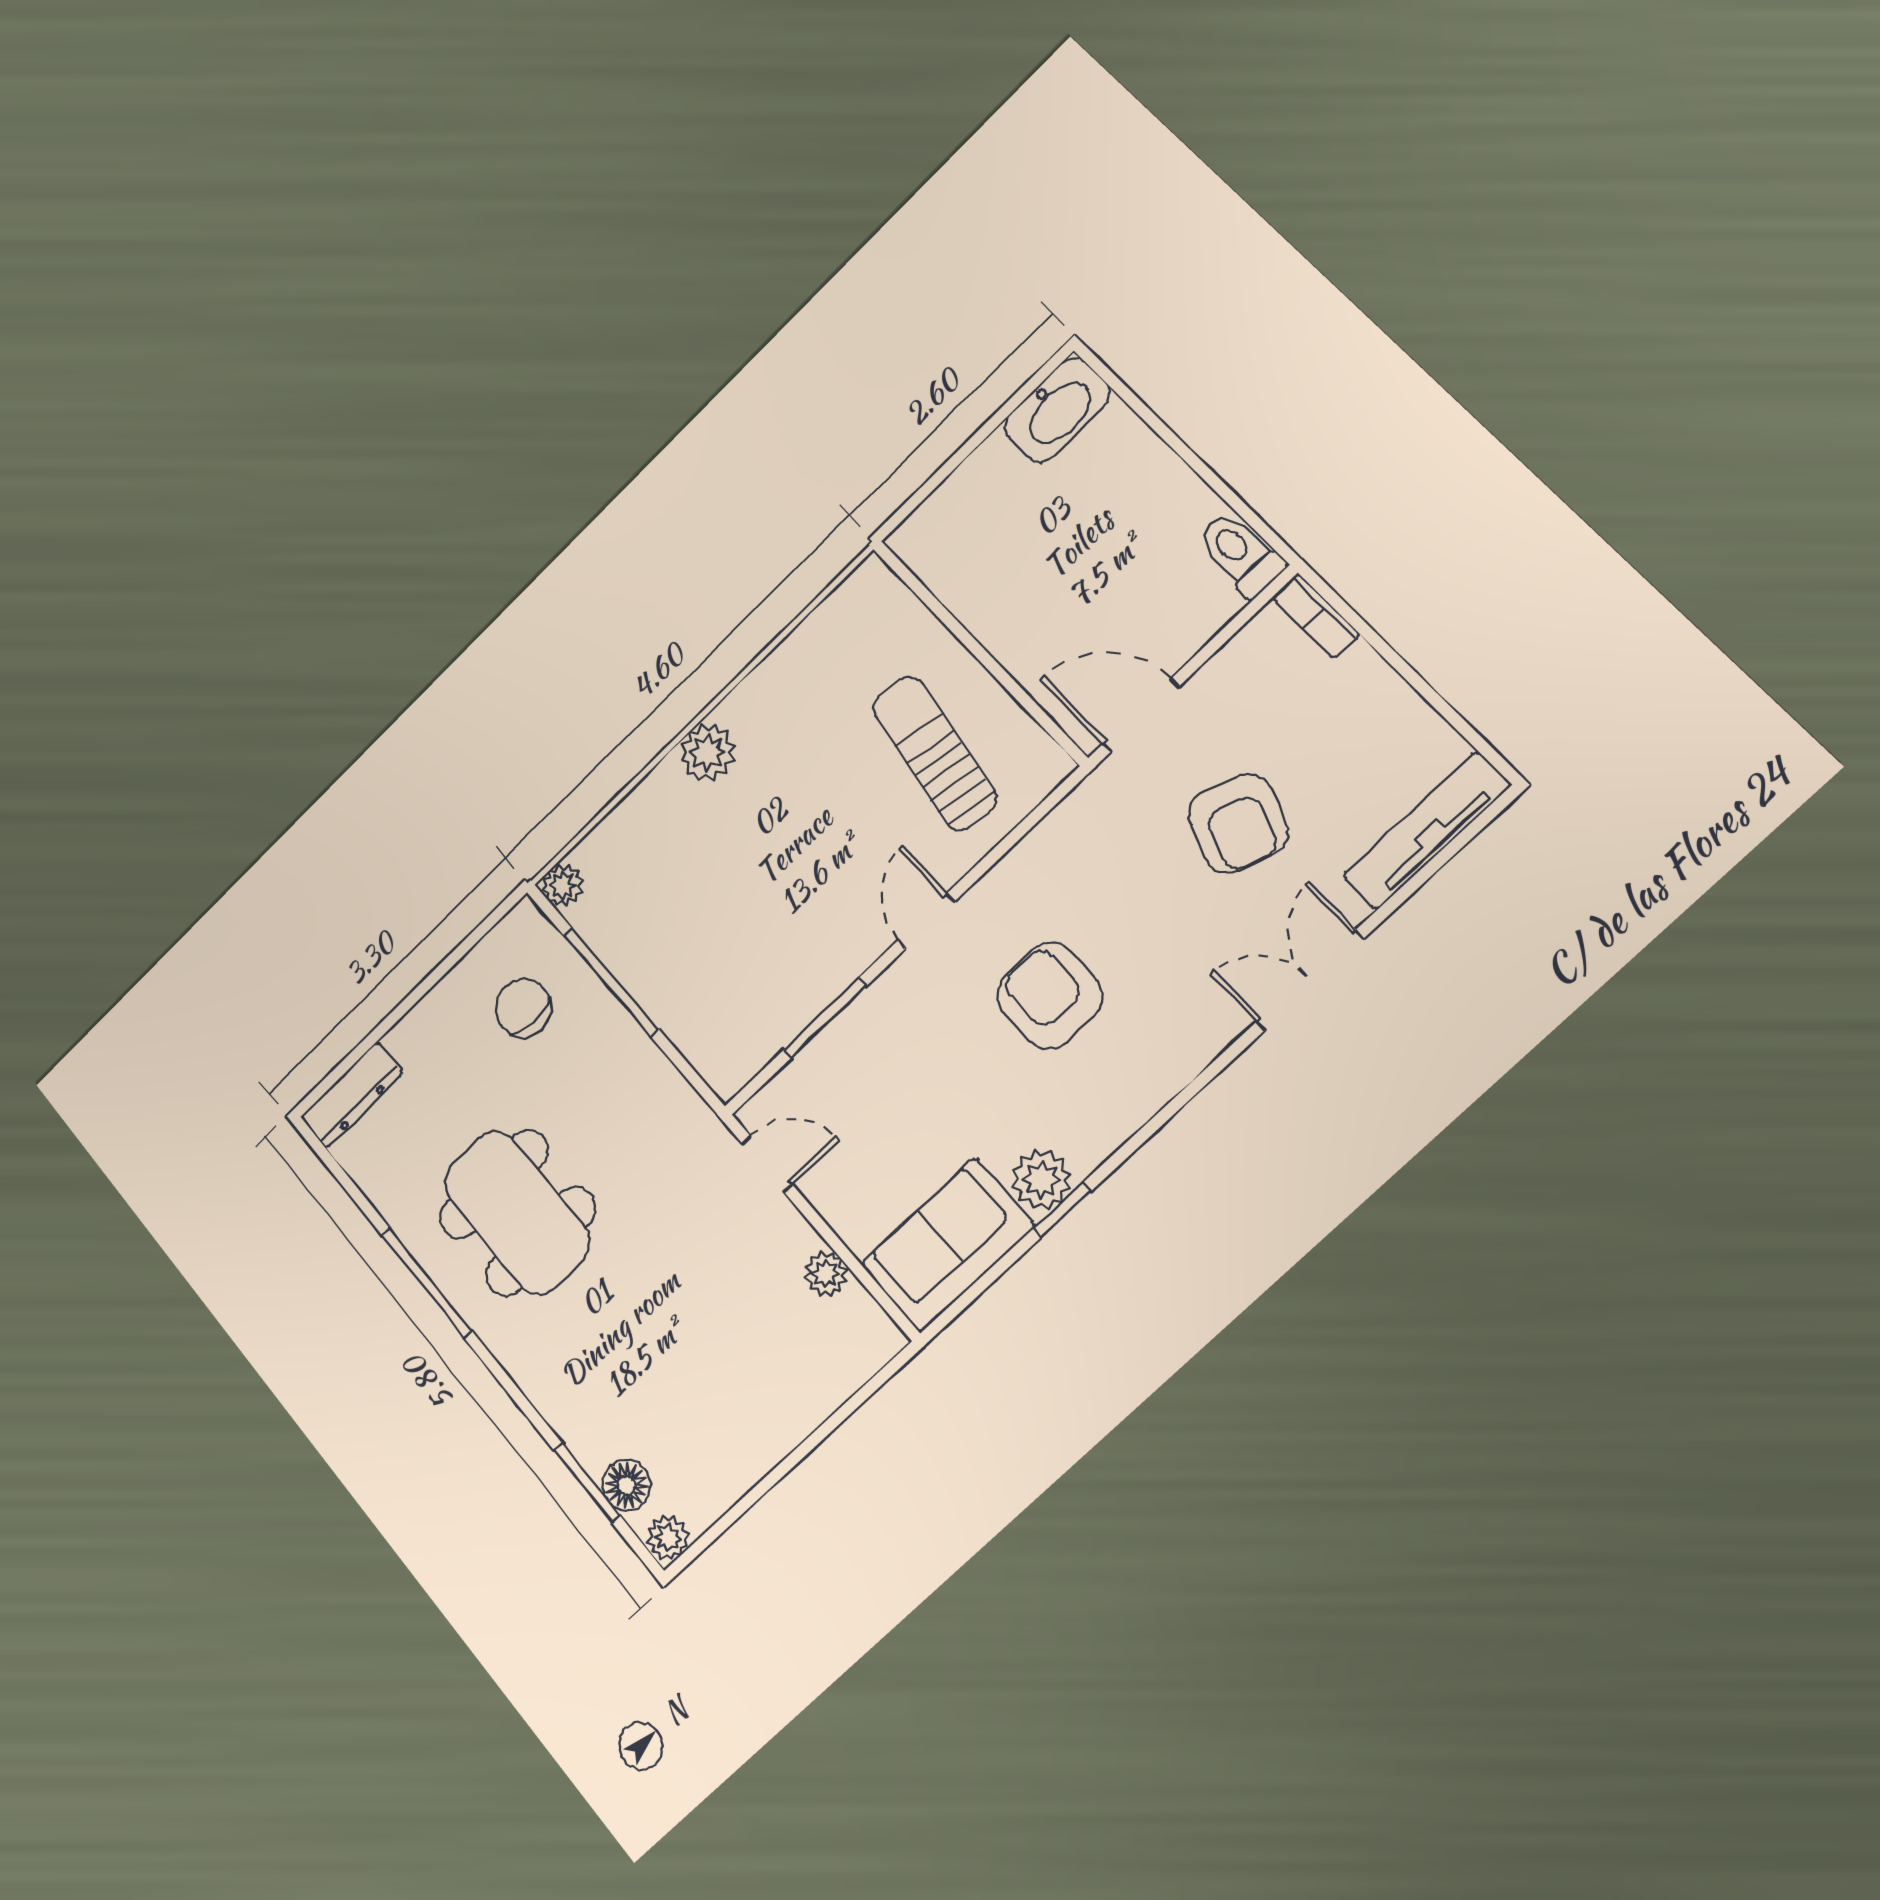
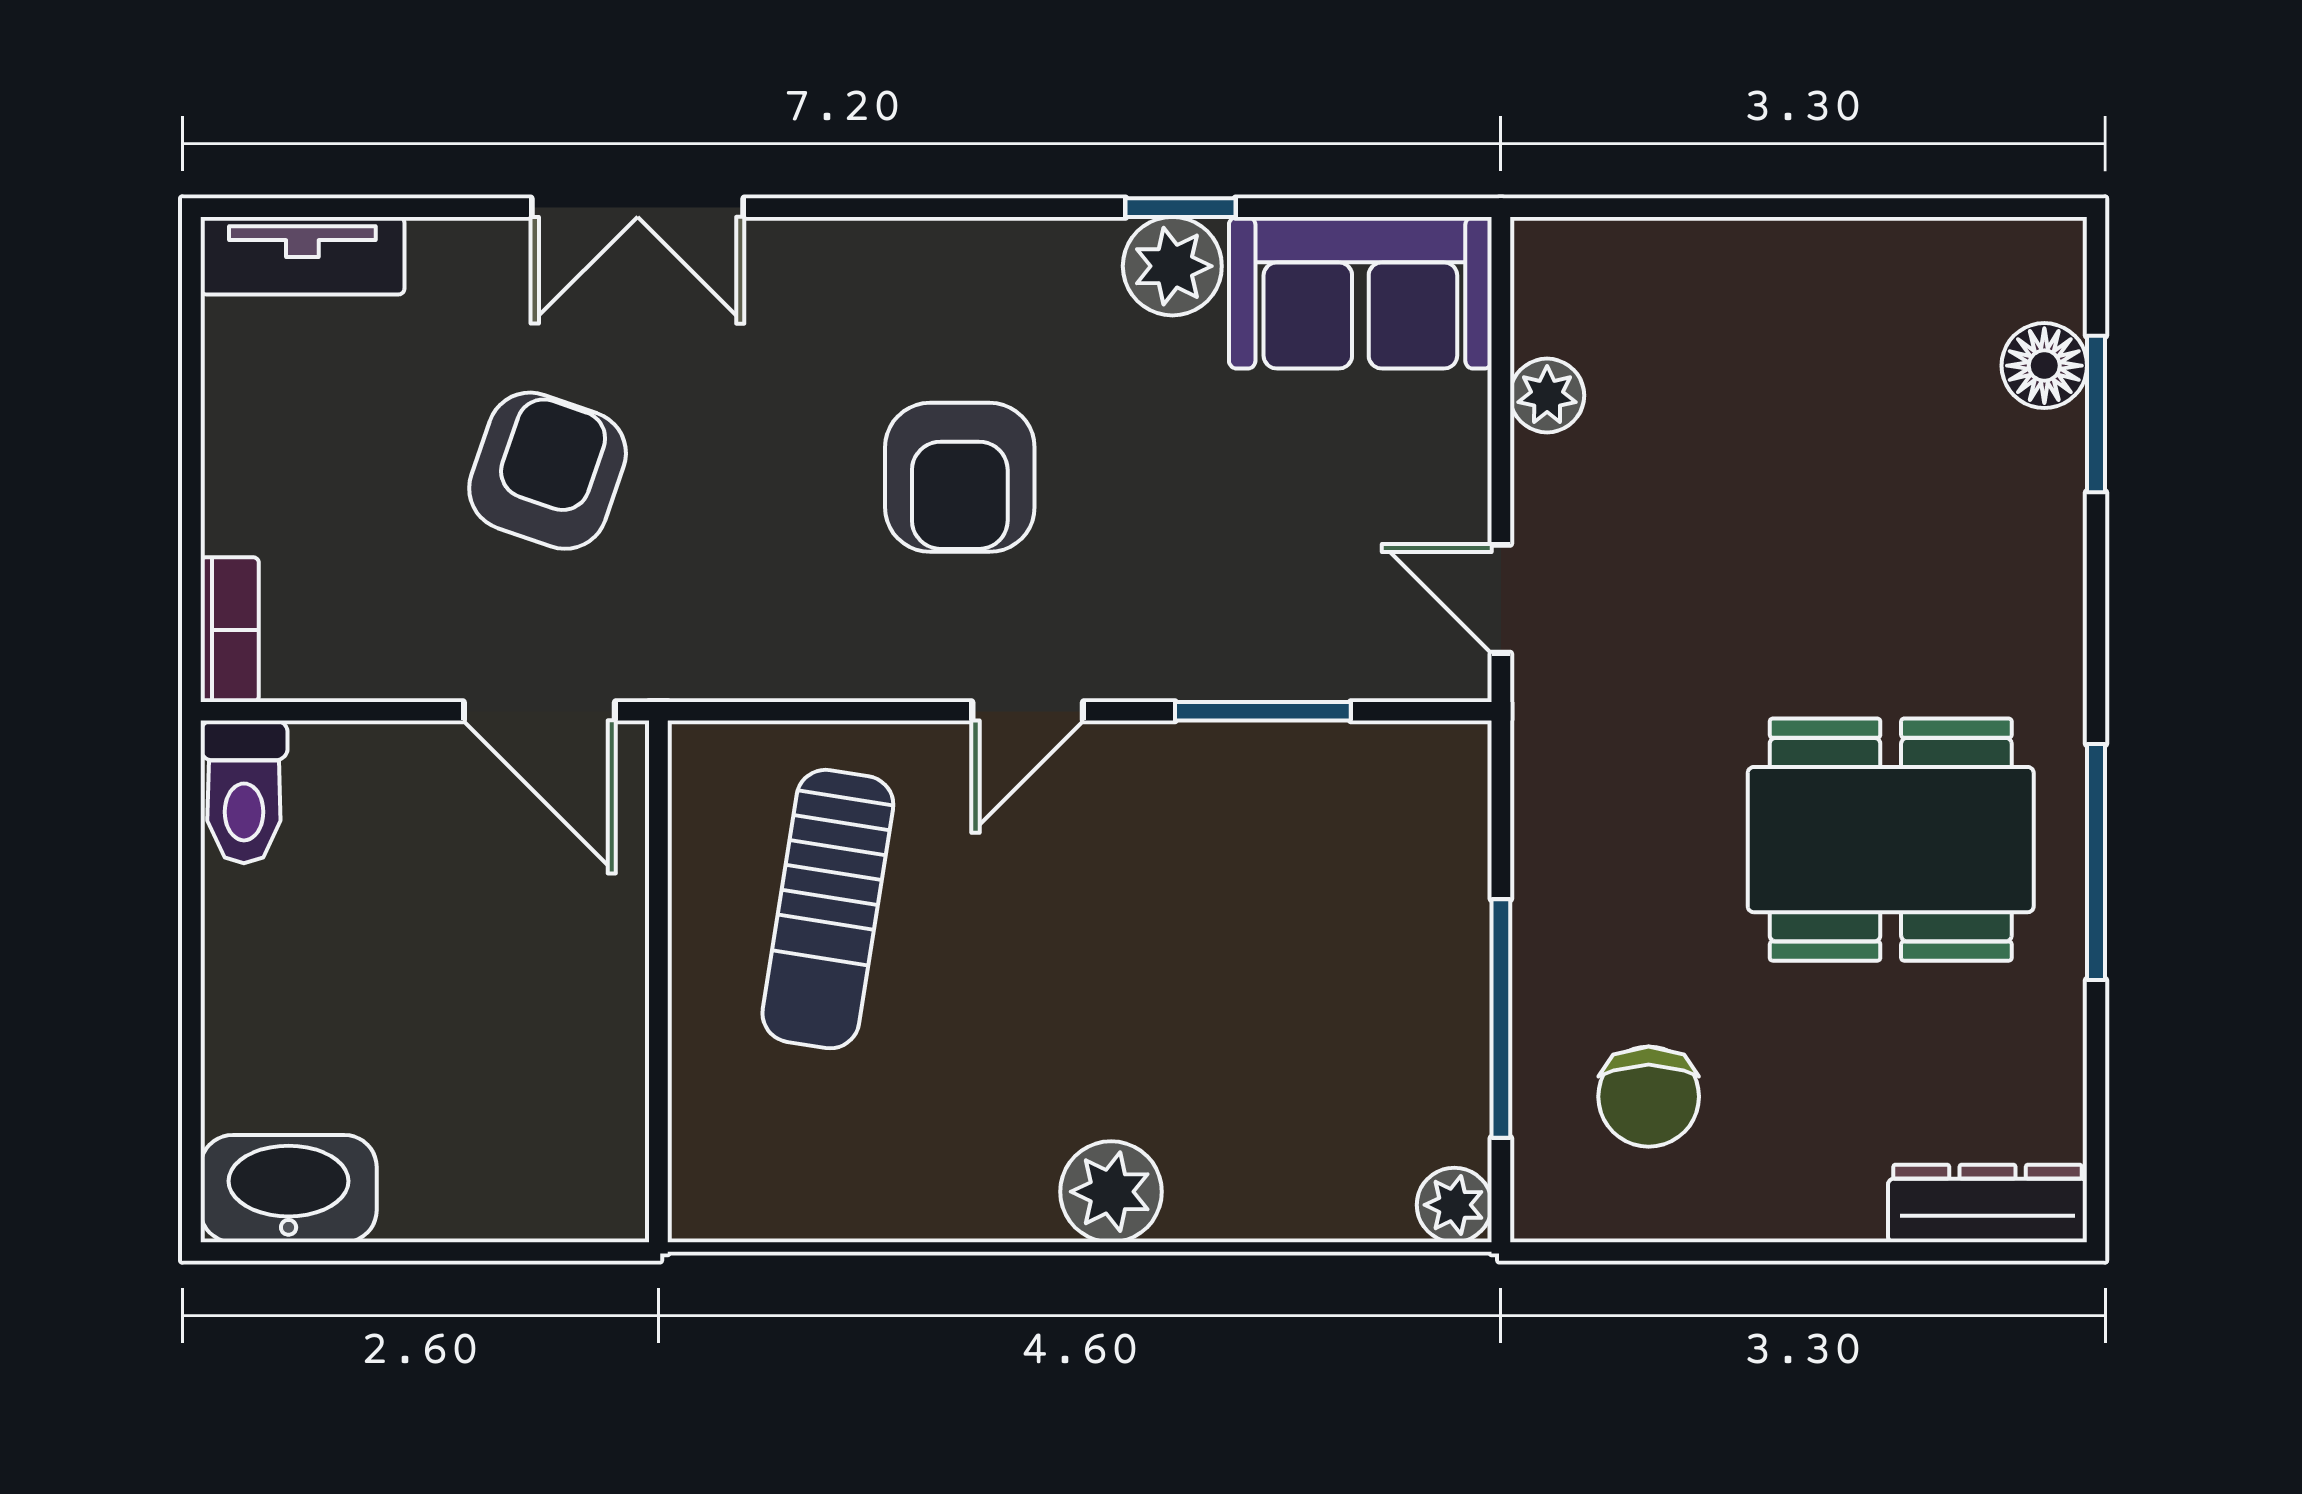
tv unit: (1426, 831) -> (302, 256), width x0.71
dining table: (517, 1213) -> (1891, 840), turned 90
plant: (668, 1538) -> (2045, 253), removed

